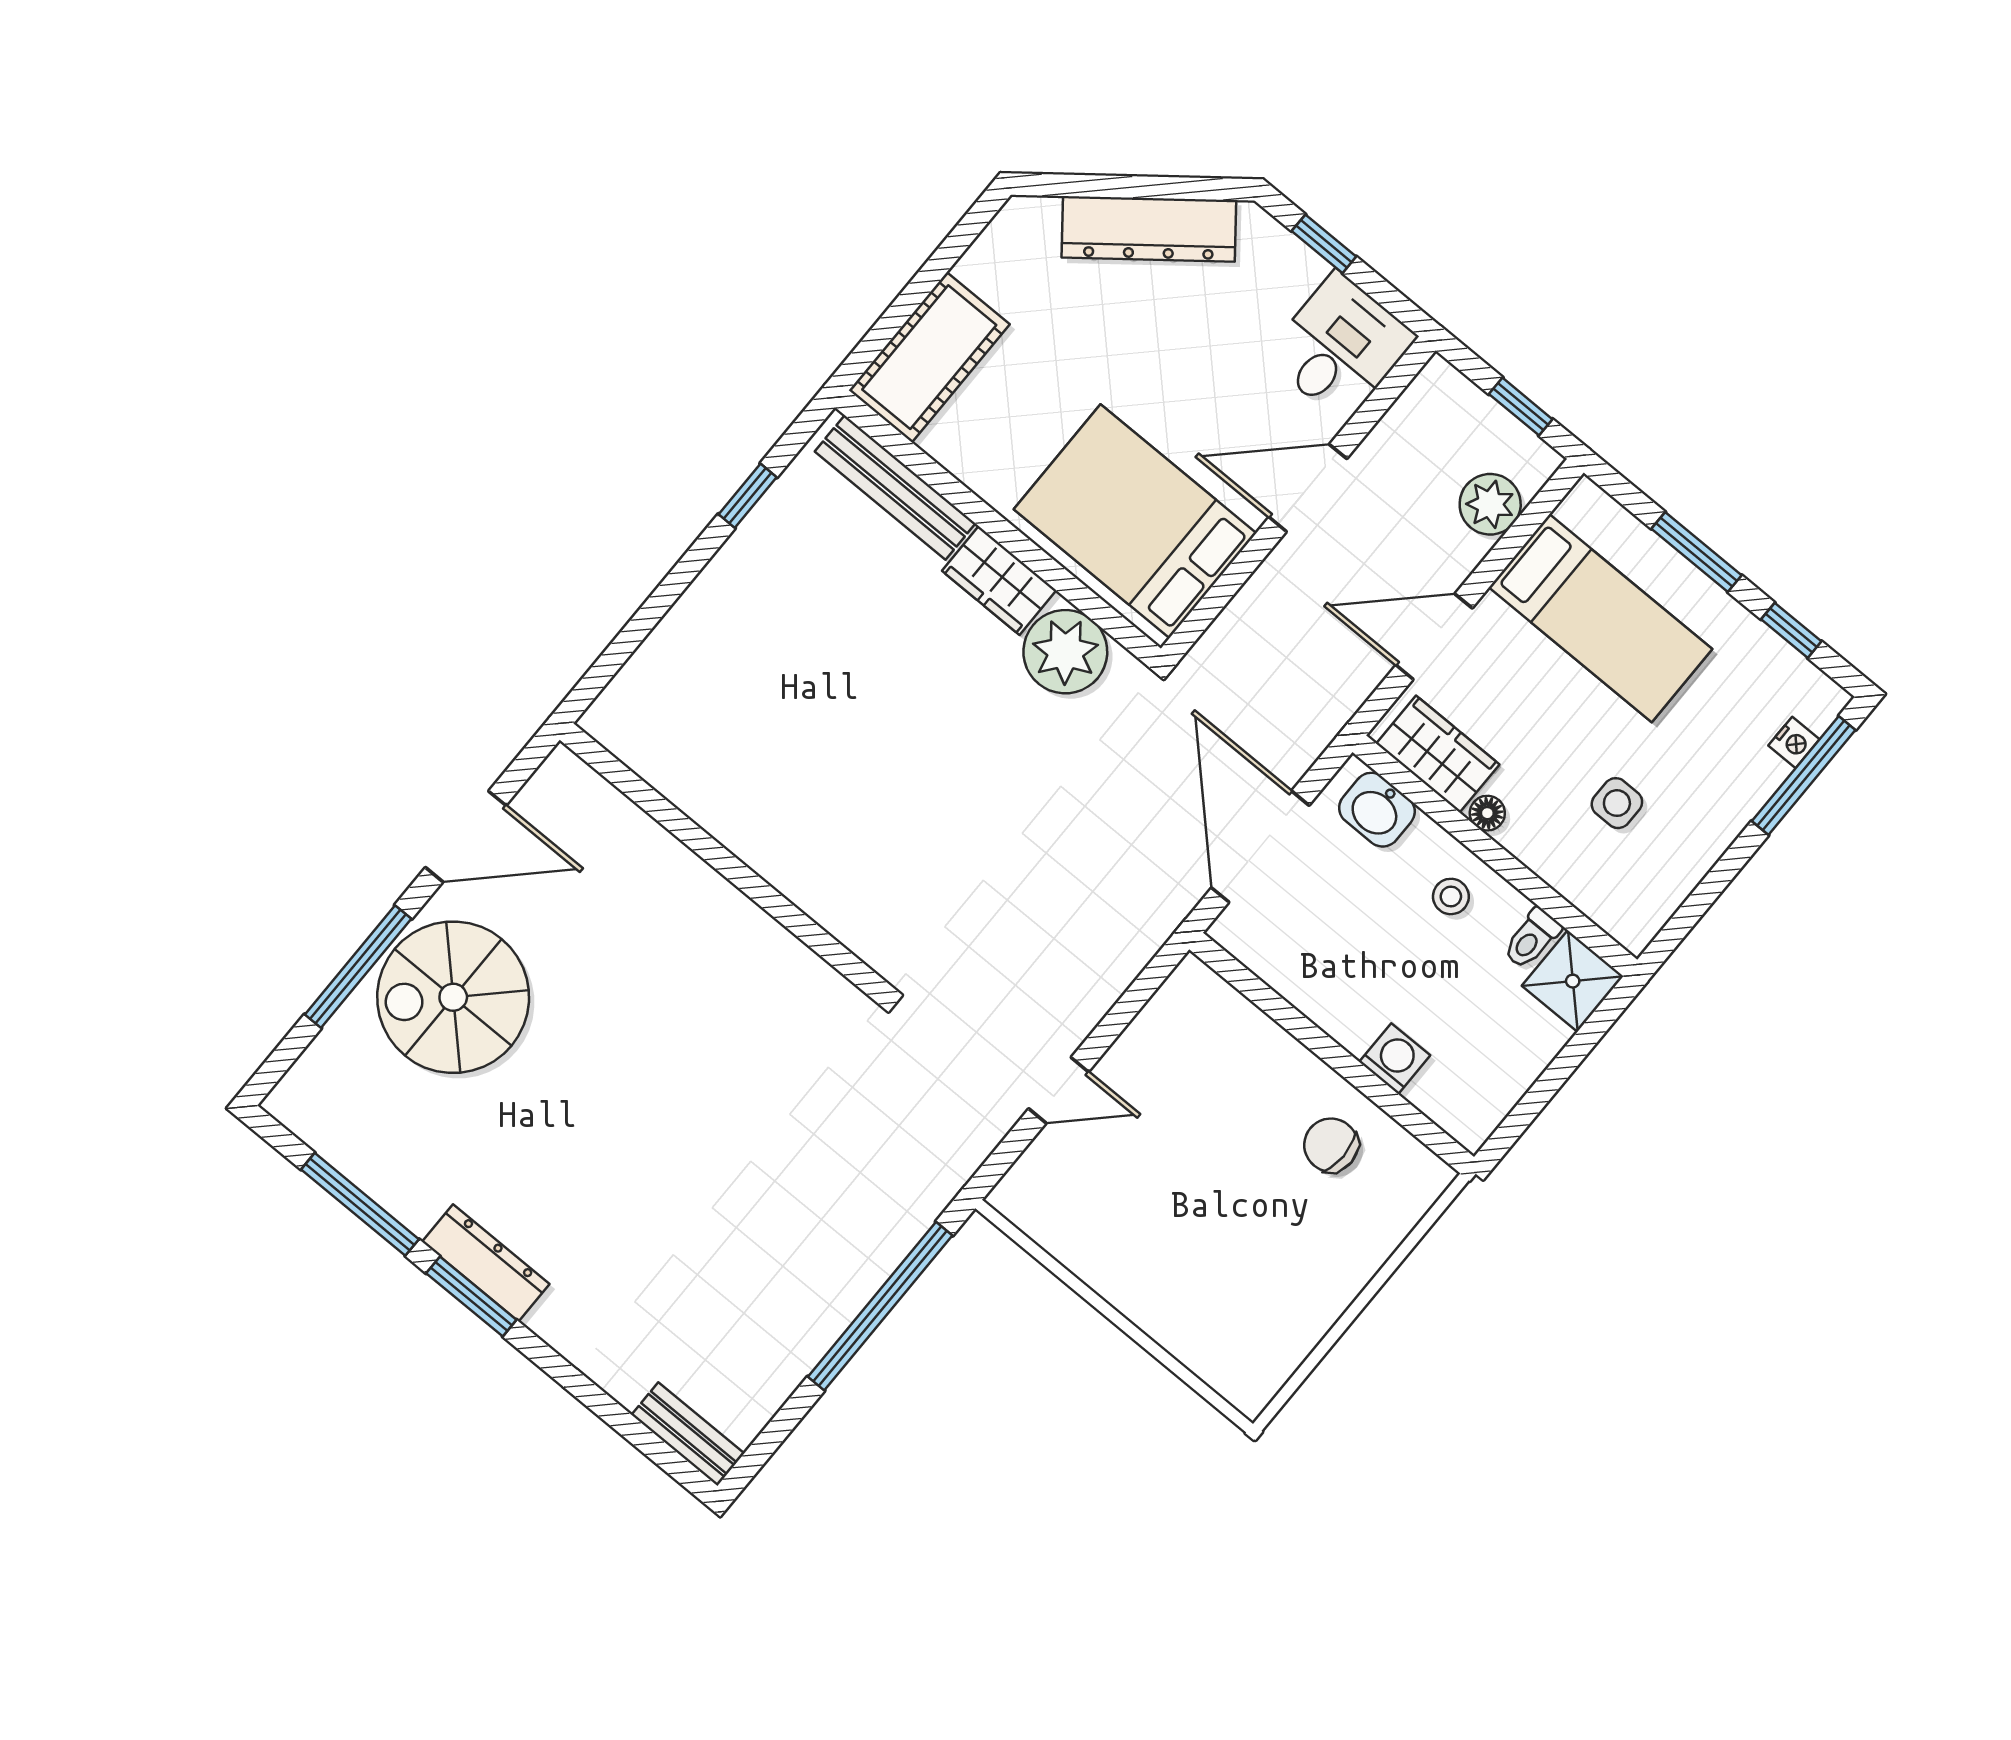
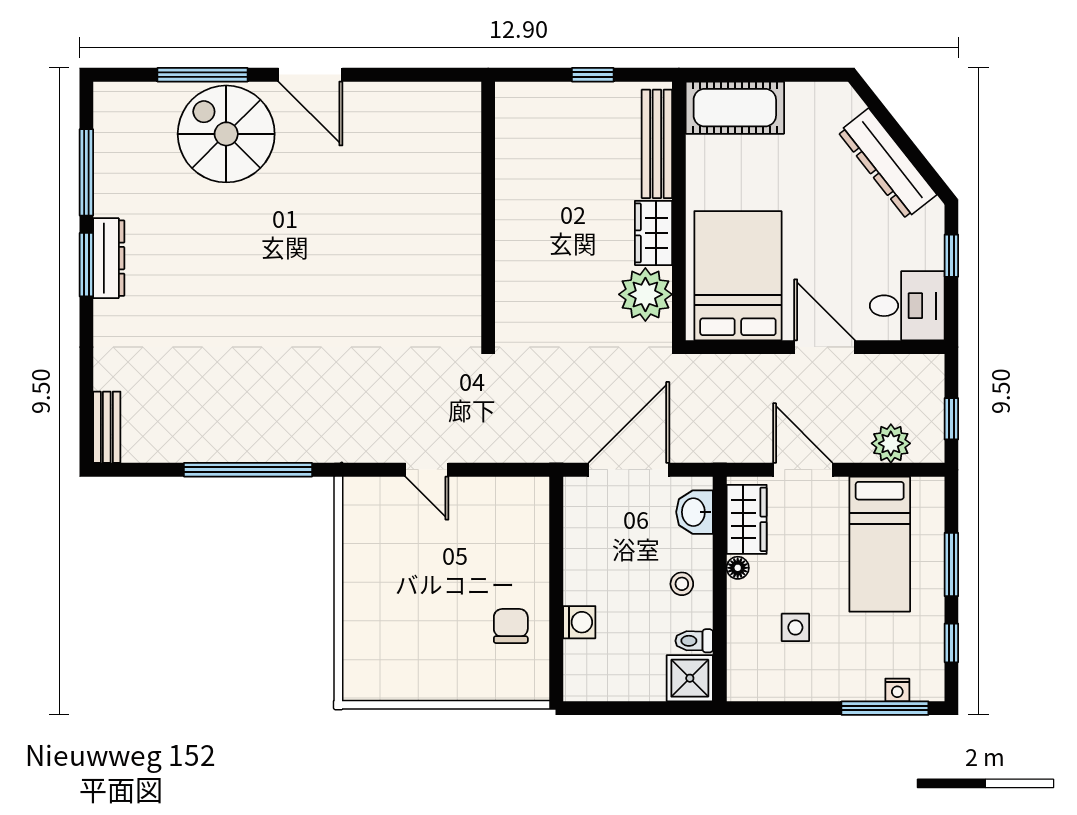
wall: (723, 861) -> (488, 211), moved

